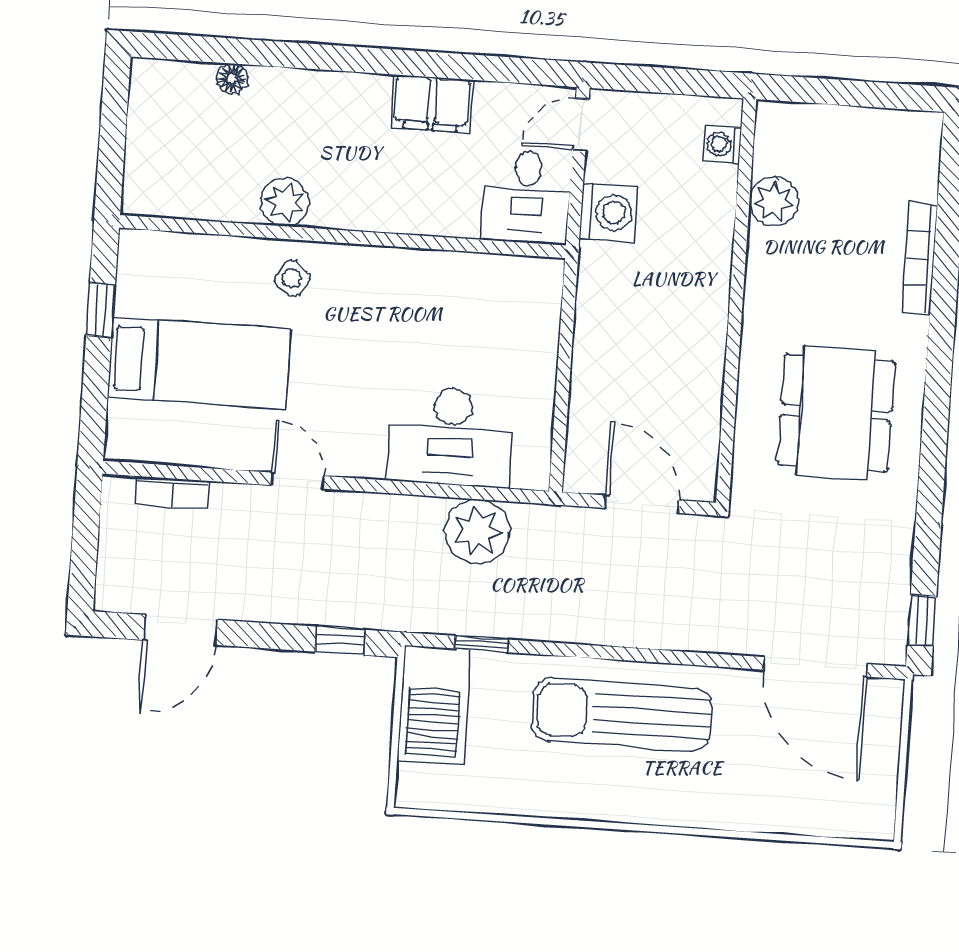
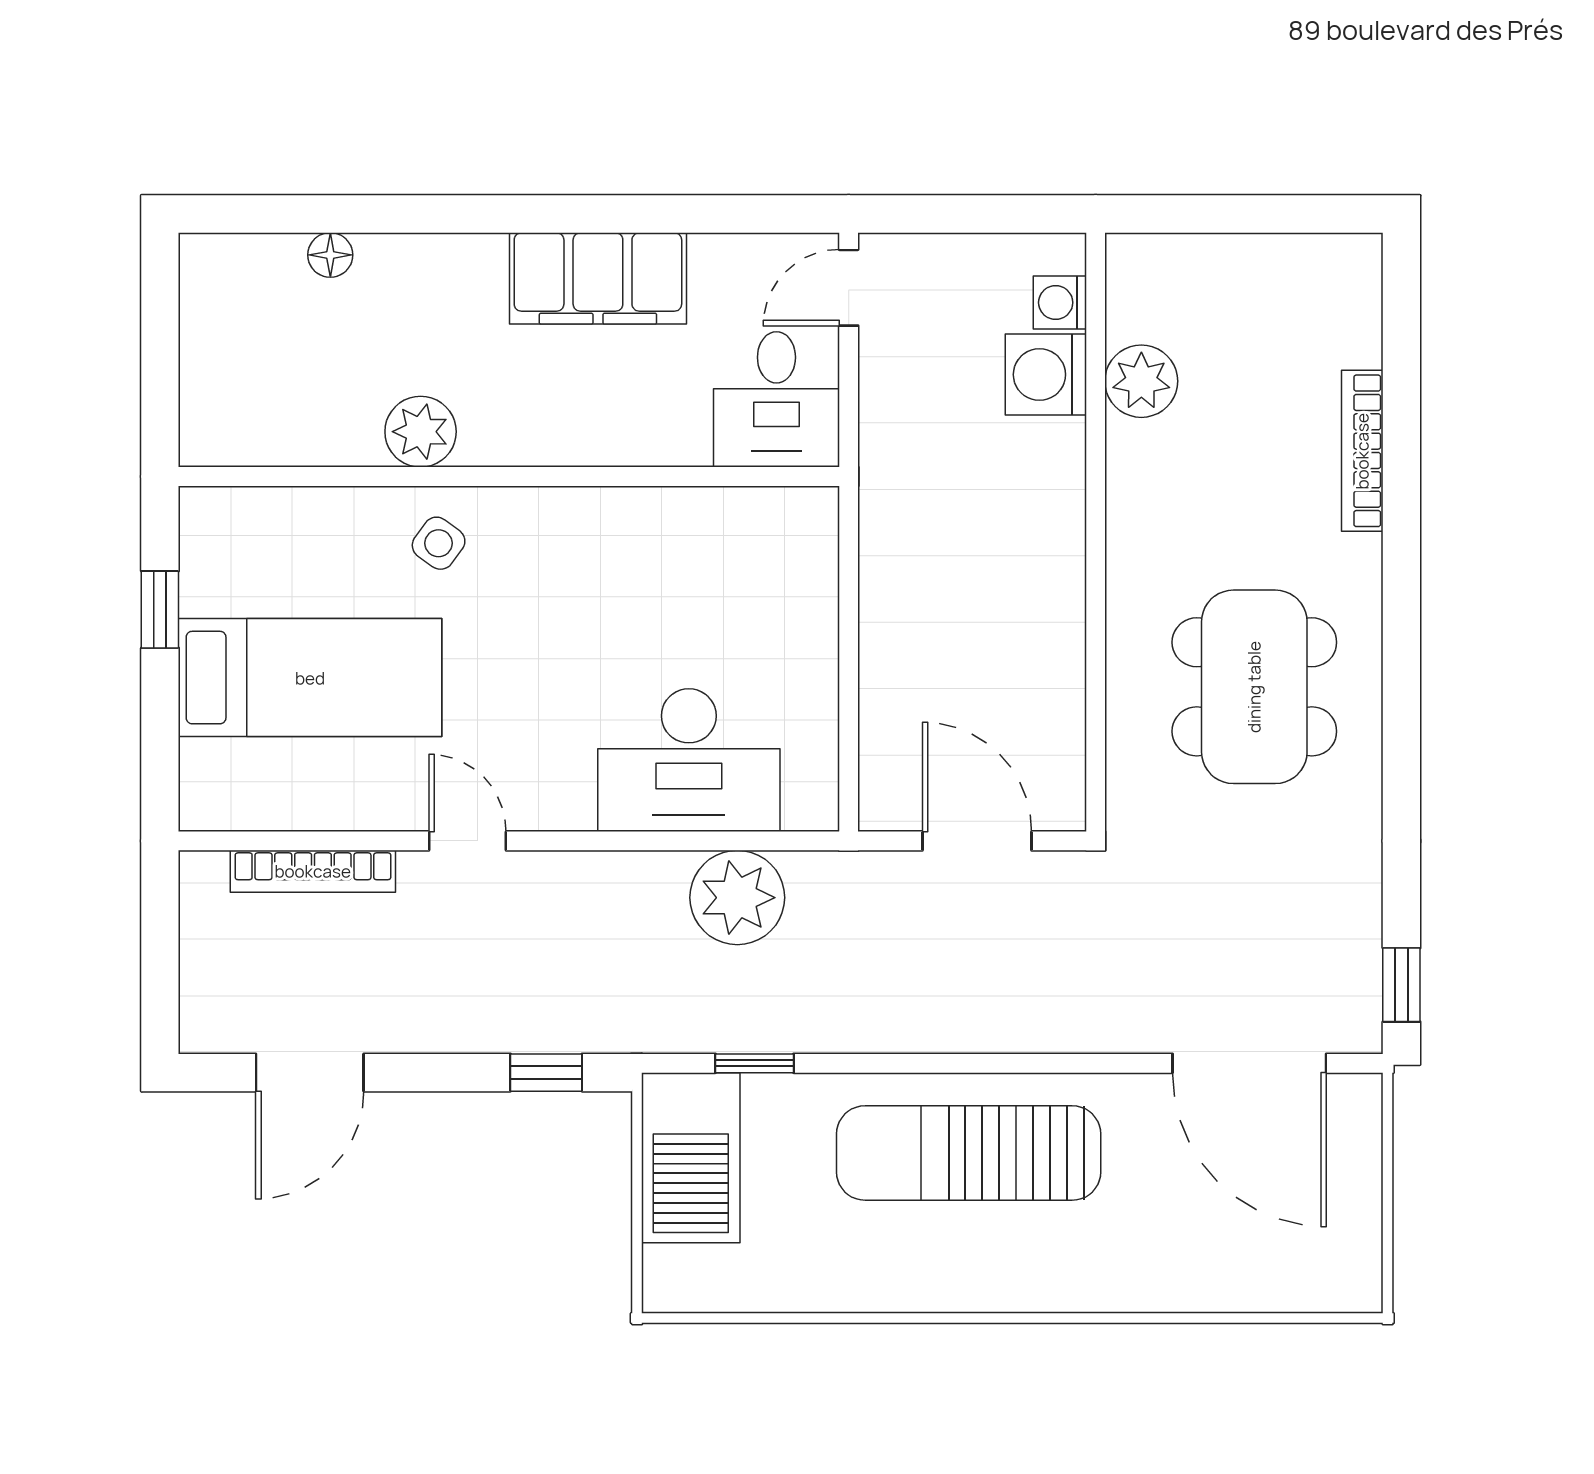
filing cabinet: (432, 104) -> (598, 278), width x1.50, depth x1.17
washing machine: (608, 212) -> (1046, 375), moved, turned 180
bookcase: (172, 493) -> (313, 871), width x1.56

